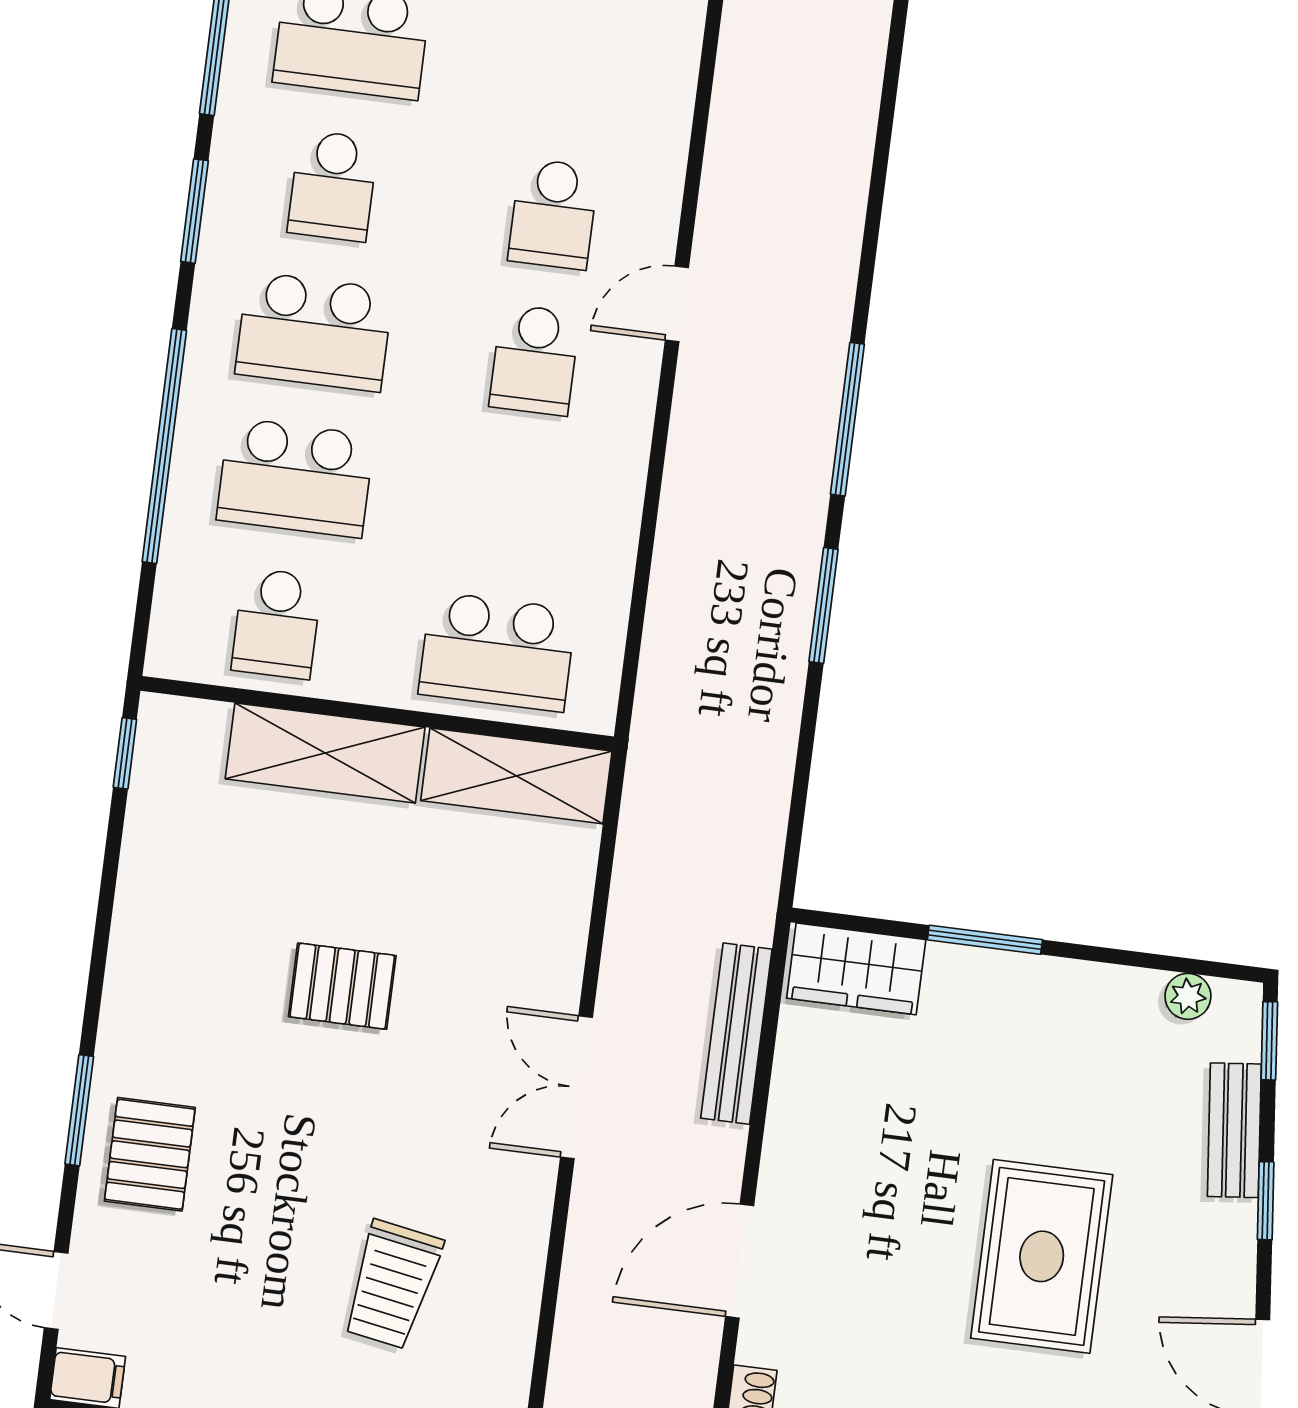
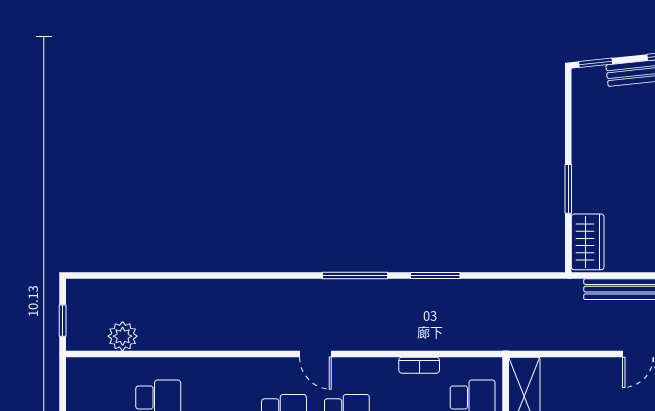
bookcase: (620, 541) -> (419, 365), added
plant: (1188, 996) -> (581, 100), removed

